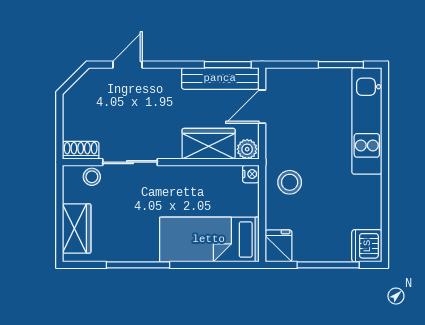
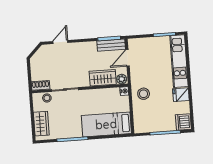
bench: (220, 78) -> (111, 45), width x0.73
fridge: (279, 246) -> (181, 95), moved, turned -90

